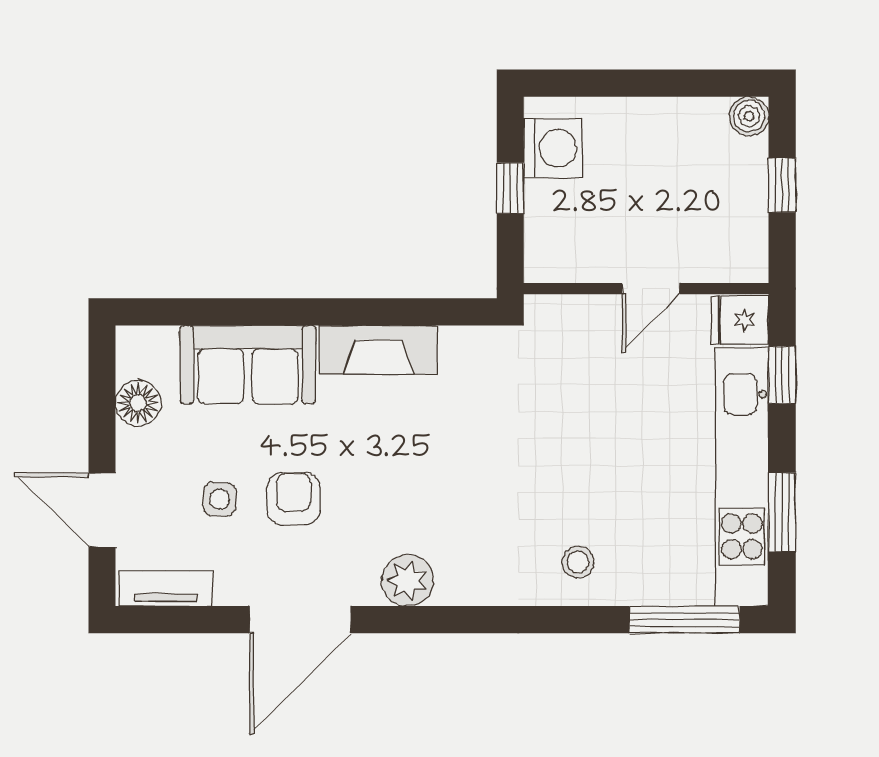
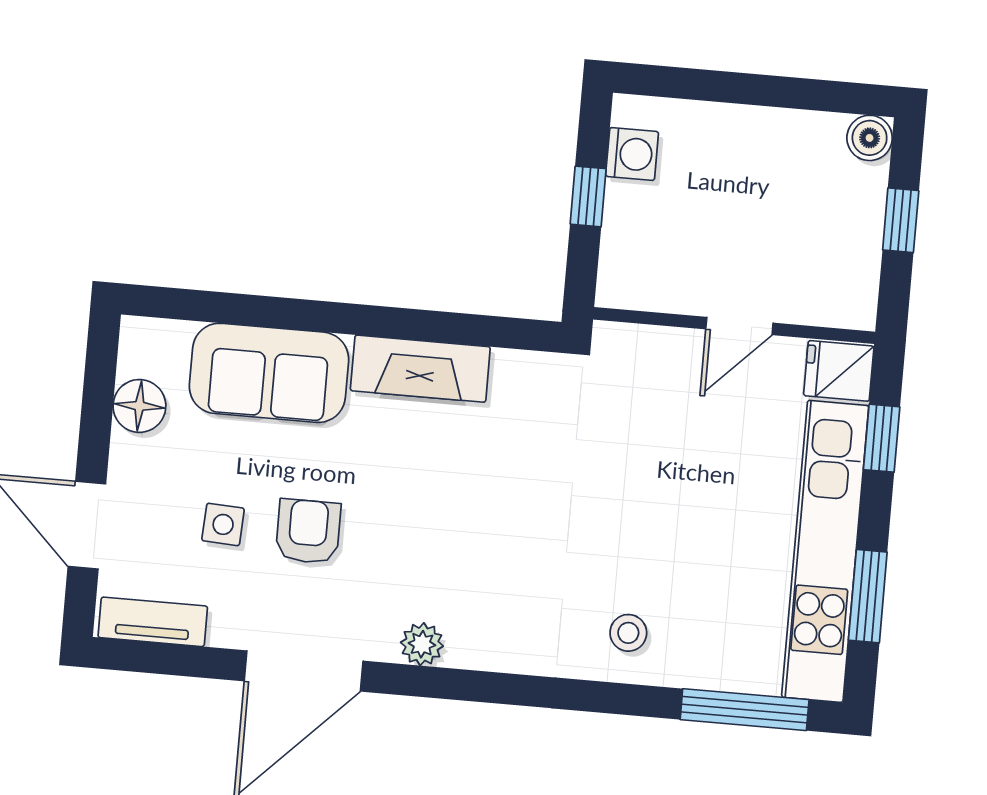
washing machine: (553, 148) -> (632, 154), width x0.73, depth x0.73
plant: (408, 581) -> (422, 644), width x0.73, depth x0.73

